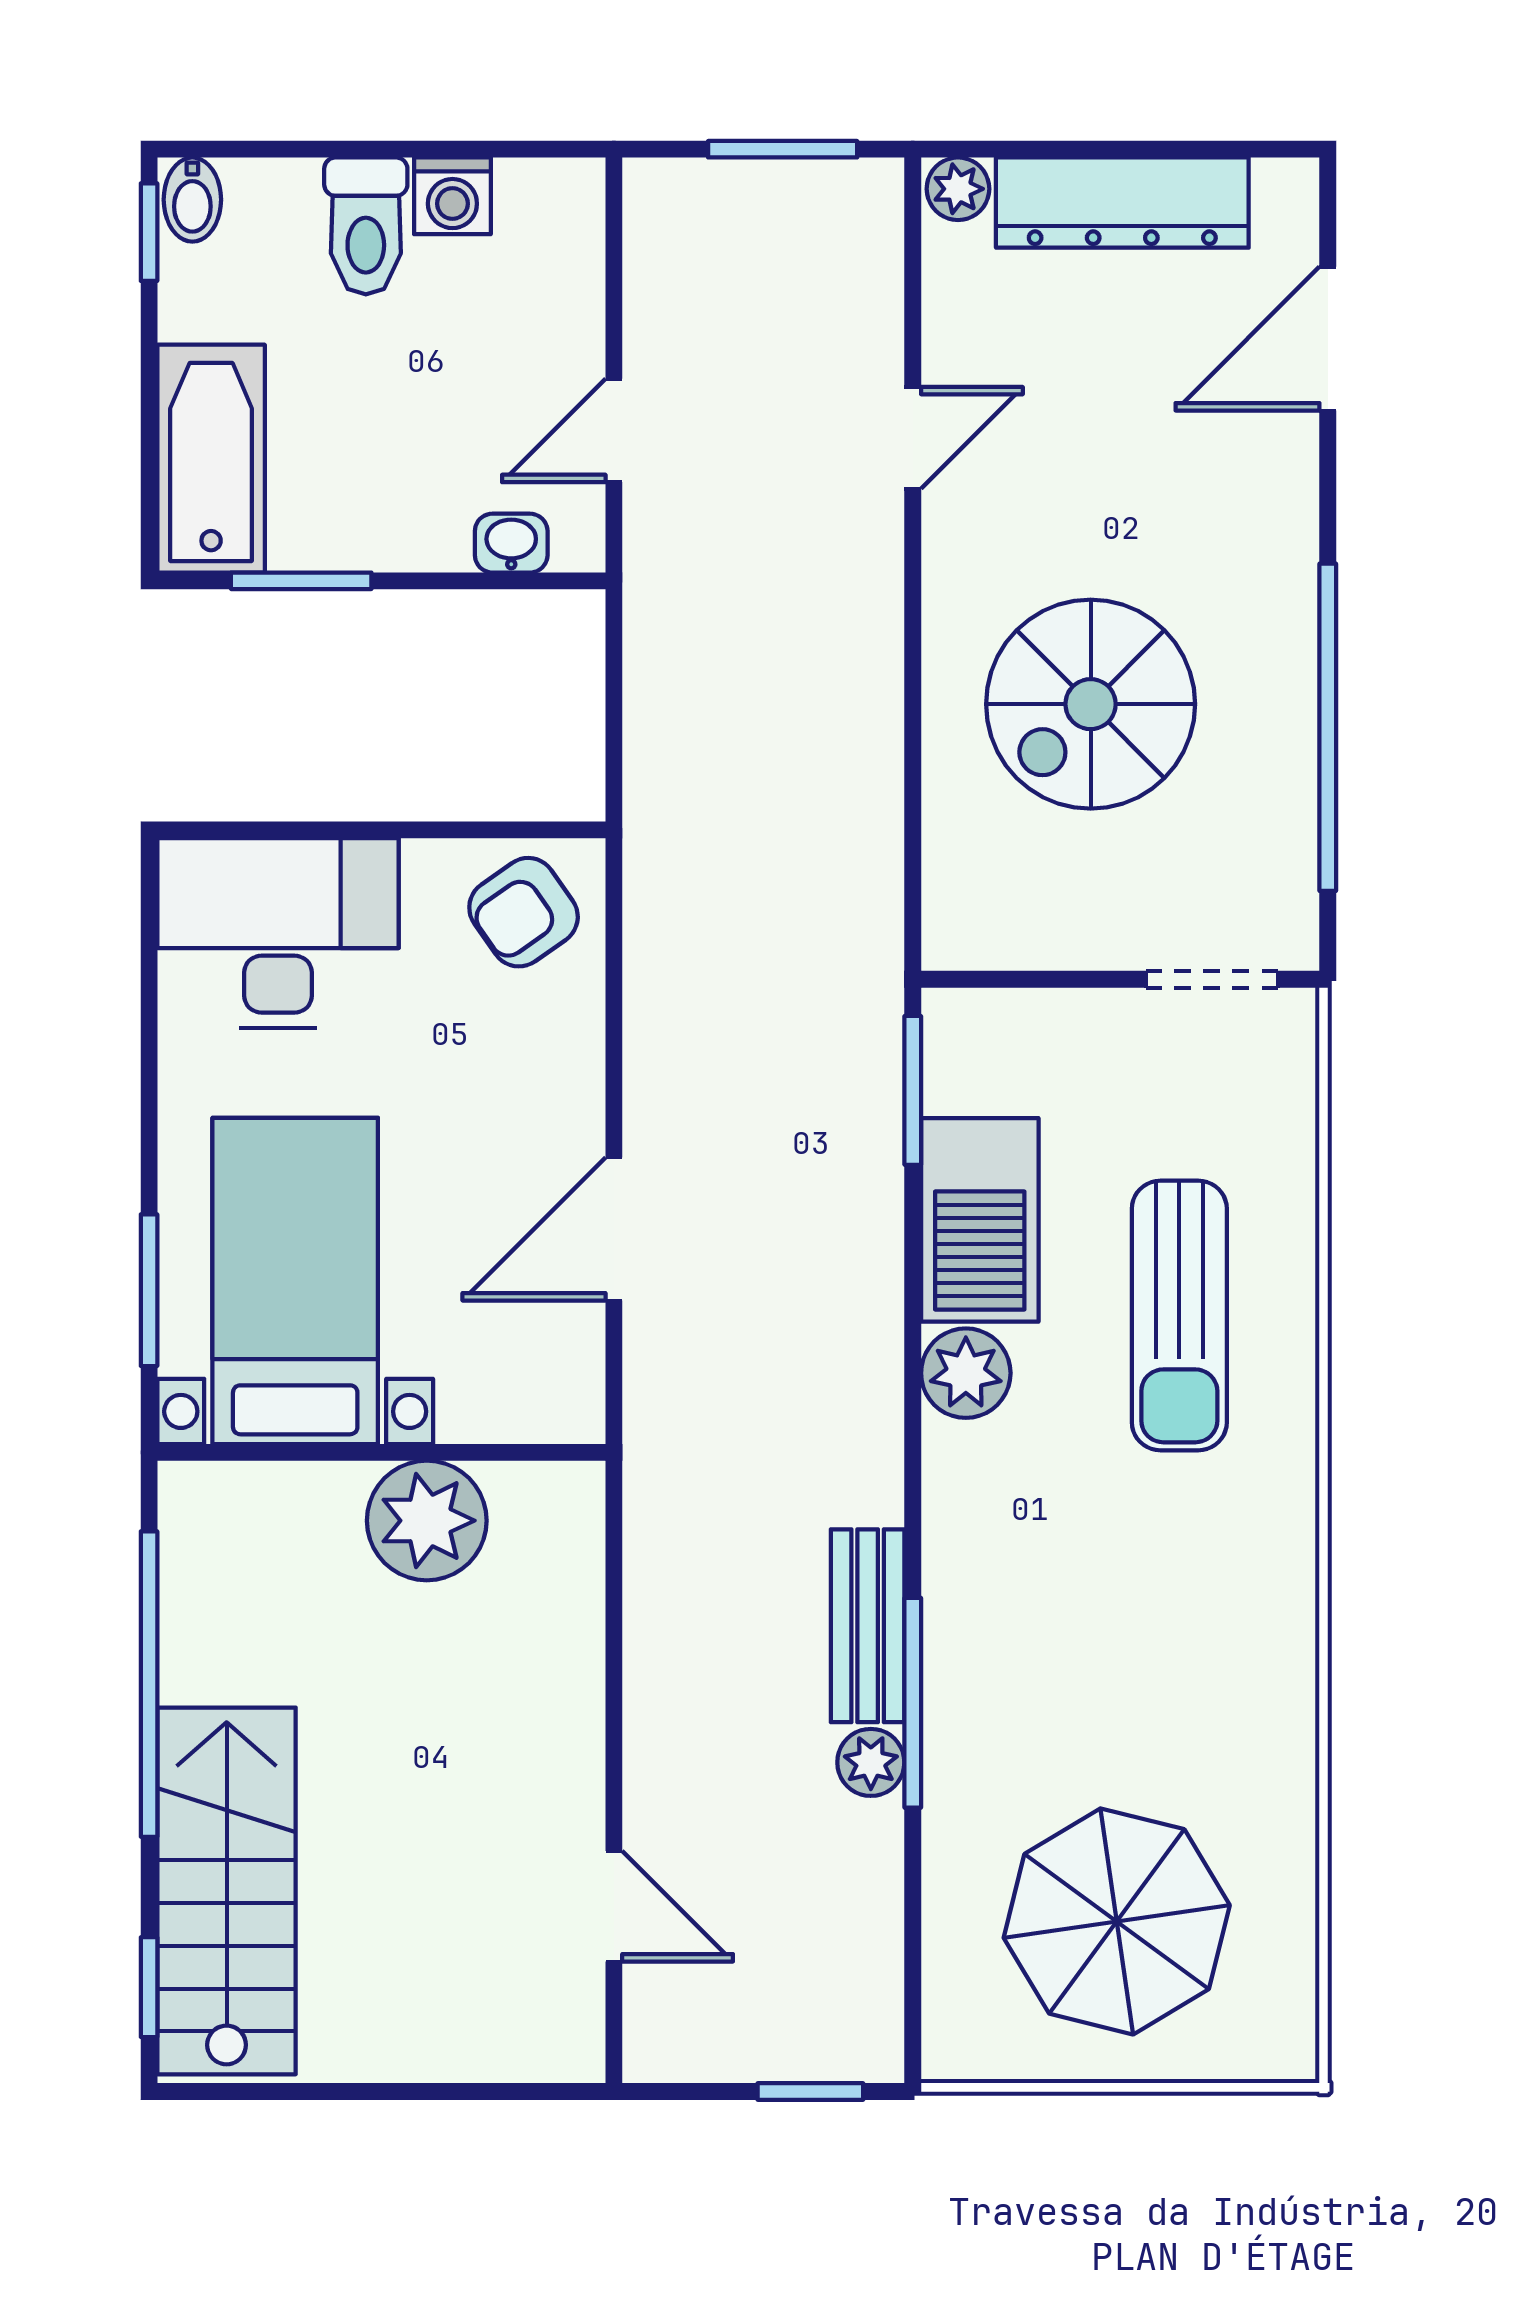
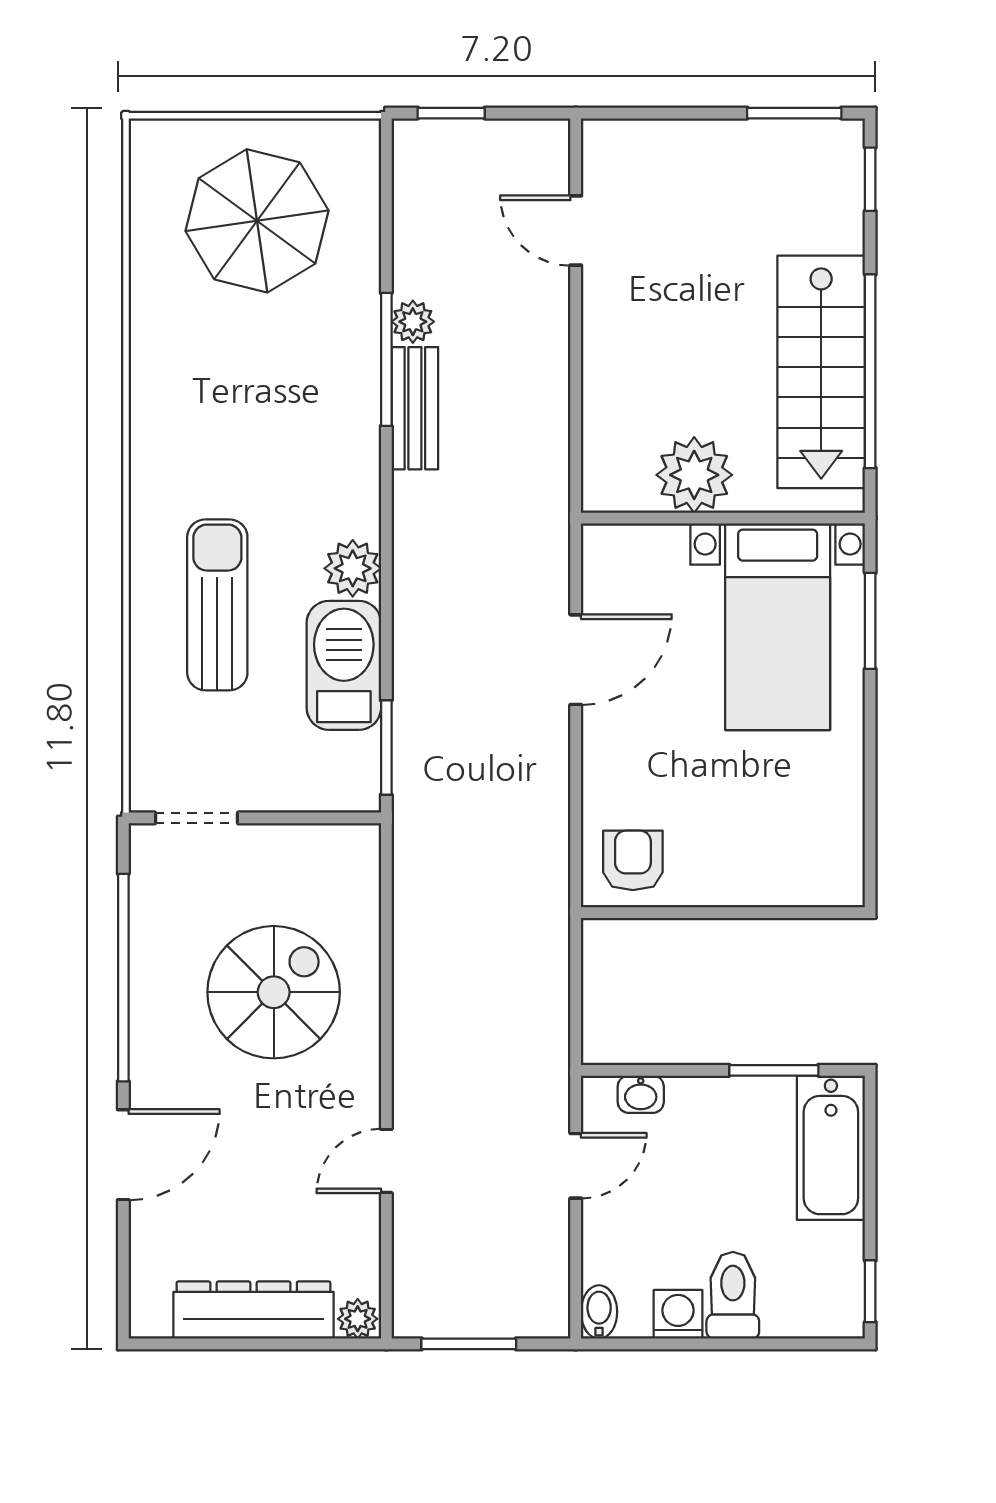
bidet: (192, 200) -> (599, 1312), moved
door: (1328, 339) -> (123, 1155), moved
armchair: (524, 912) -> (633, 860), turned -55
desk: (278, 933) -> (789, 847), removed
stairs: (227, 1891) -> (821, 372), moved
window: (269, 2092) -> (794, 113), added

